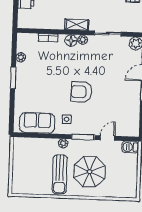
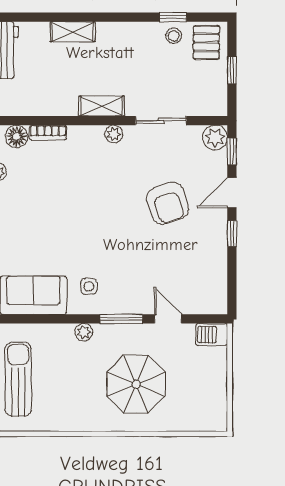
floor lamp: (71, 41) -> (16, 136), moved
armchair: (81, 92) -> (168, 203), moved, turned -110
door: (108, 138) -> (168, 319), hinge flipped
sun lounger: (60, 174) -> (18, 379), moved, turned 180

